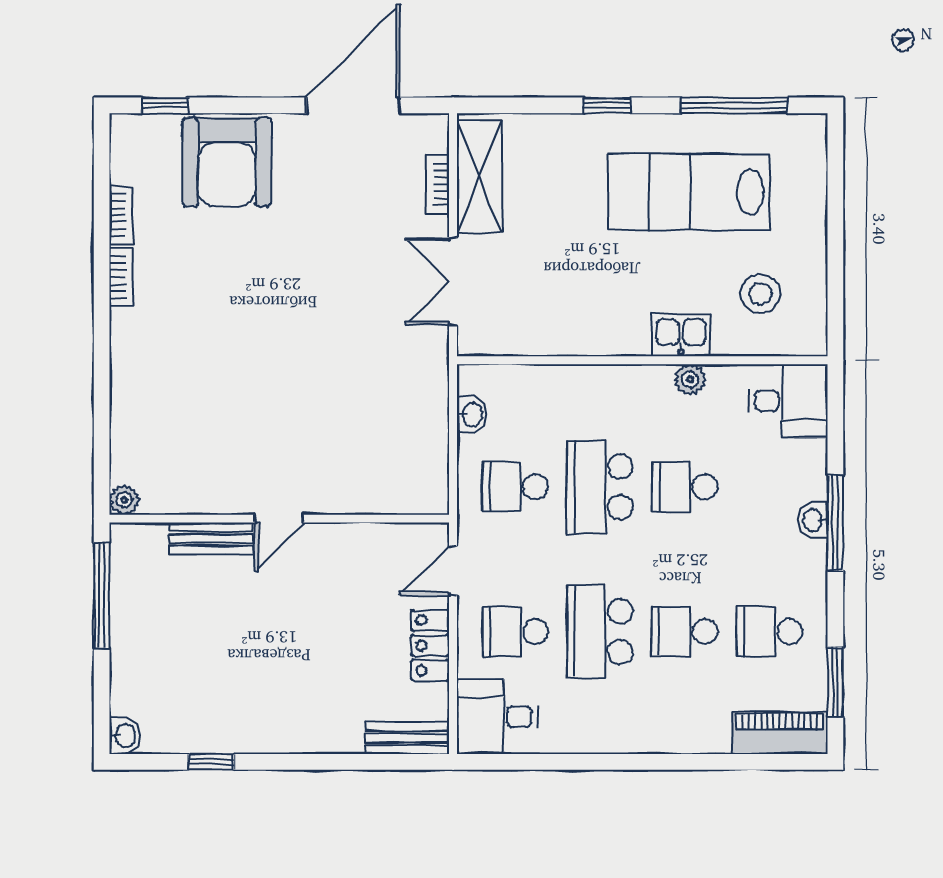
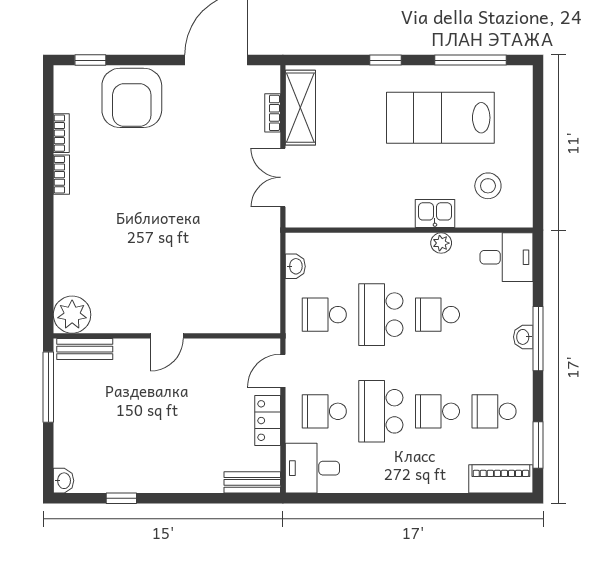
plant: (124, 500) -> (72, 315), width x1.88, depth x1.88
bench: (211, 538) -> (85, 349), moved

